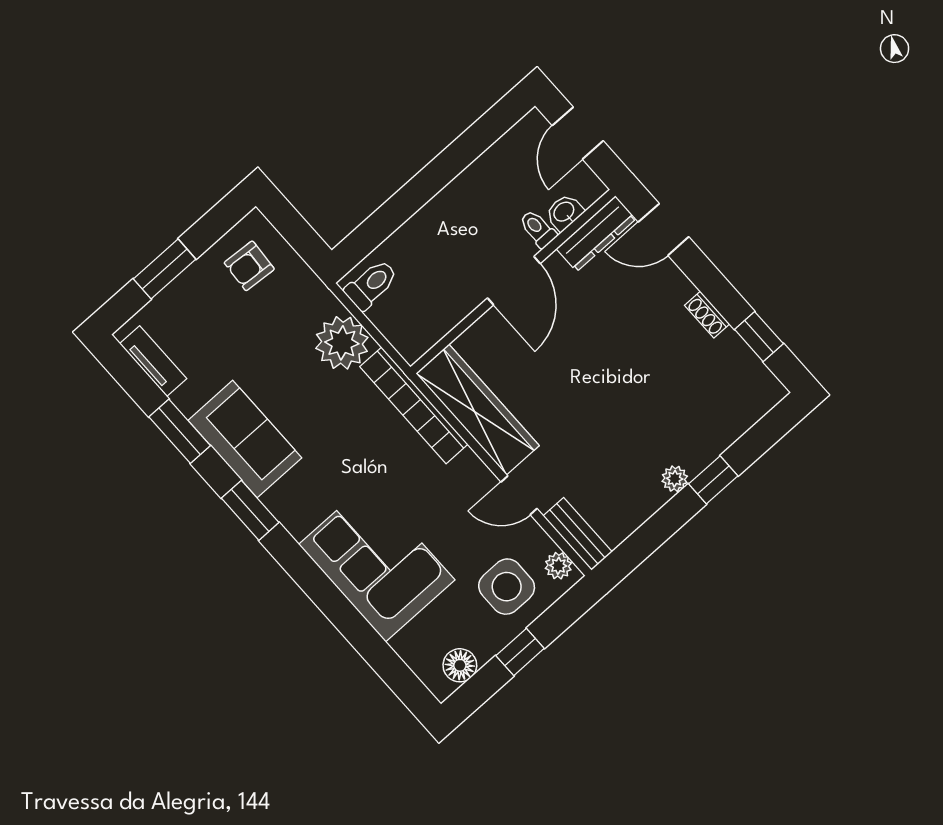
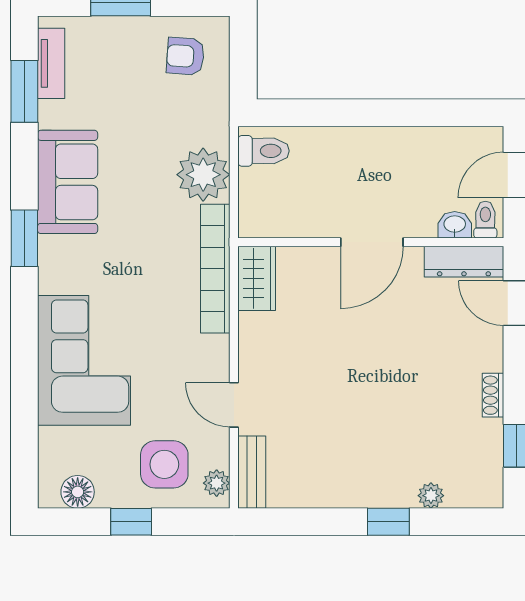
toilet: (538, 229) -> (485, 220), moved
wardrobe: (478, 410) -> (257, 278), width x0.48, depth x0.85
window: (180, 431) -> (24, 91), moved
plant: (675, 479) -> (431, 496), moved

